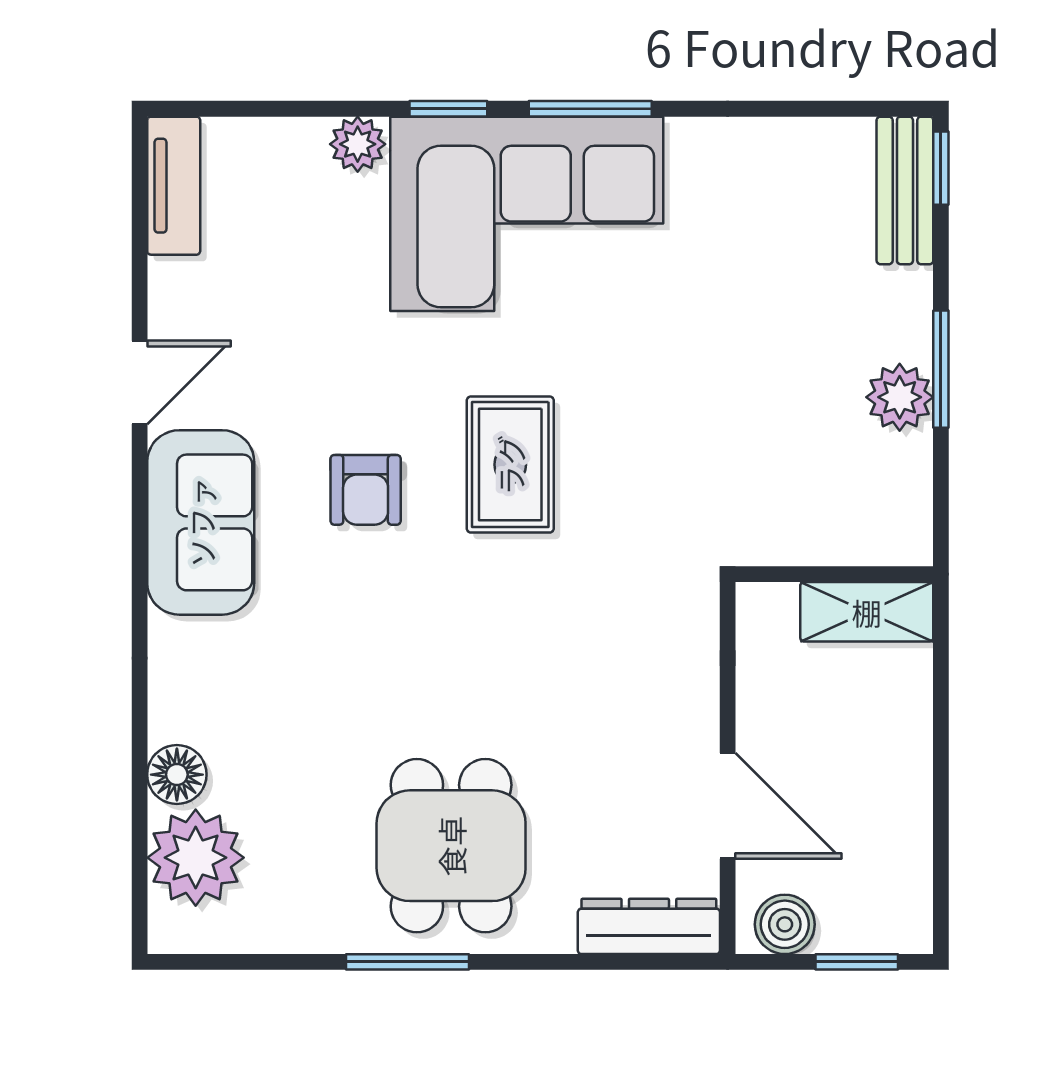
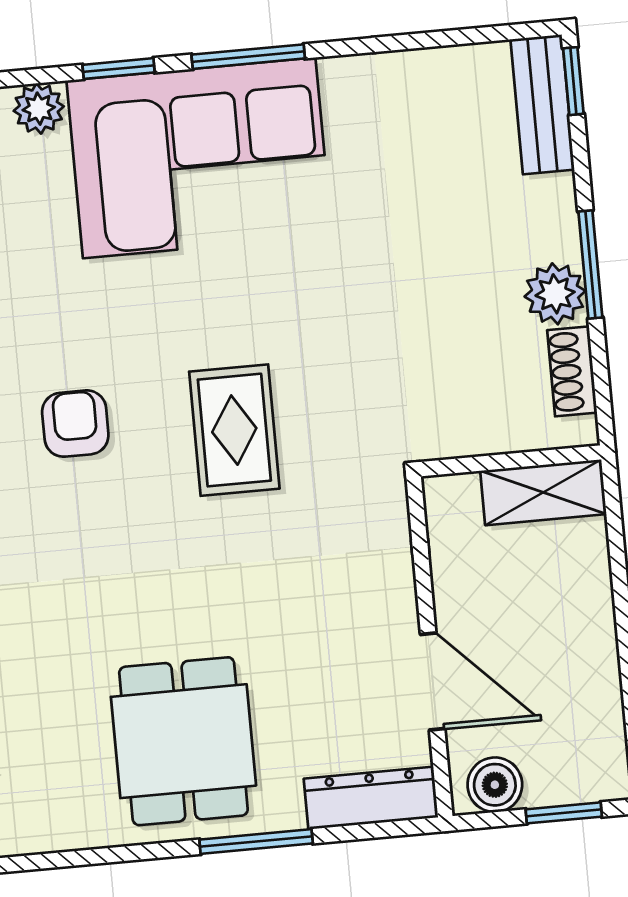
rug: (510, 465) -> (234, 430), moved
shoe rack: (910, 483) -> (572, 371), added
armchair: (366, 490) -> (75, 424), turned 180
window: (407, 962) -> (256, 841), moved

